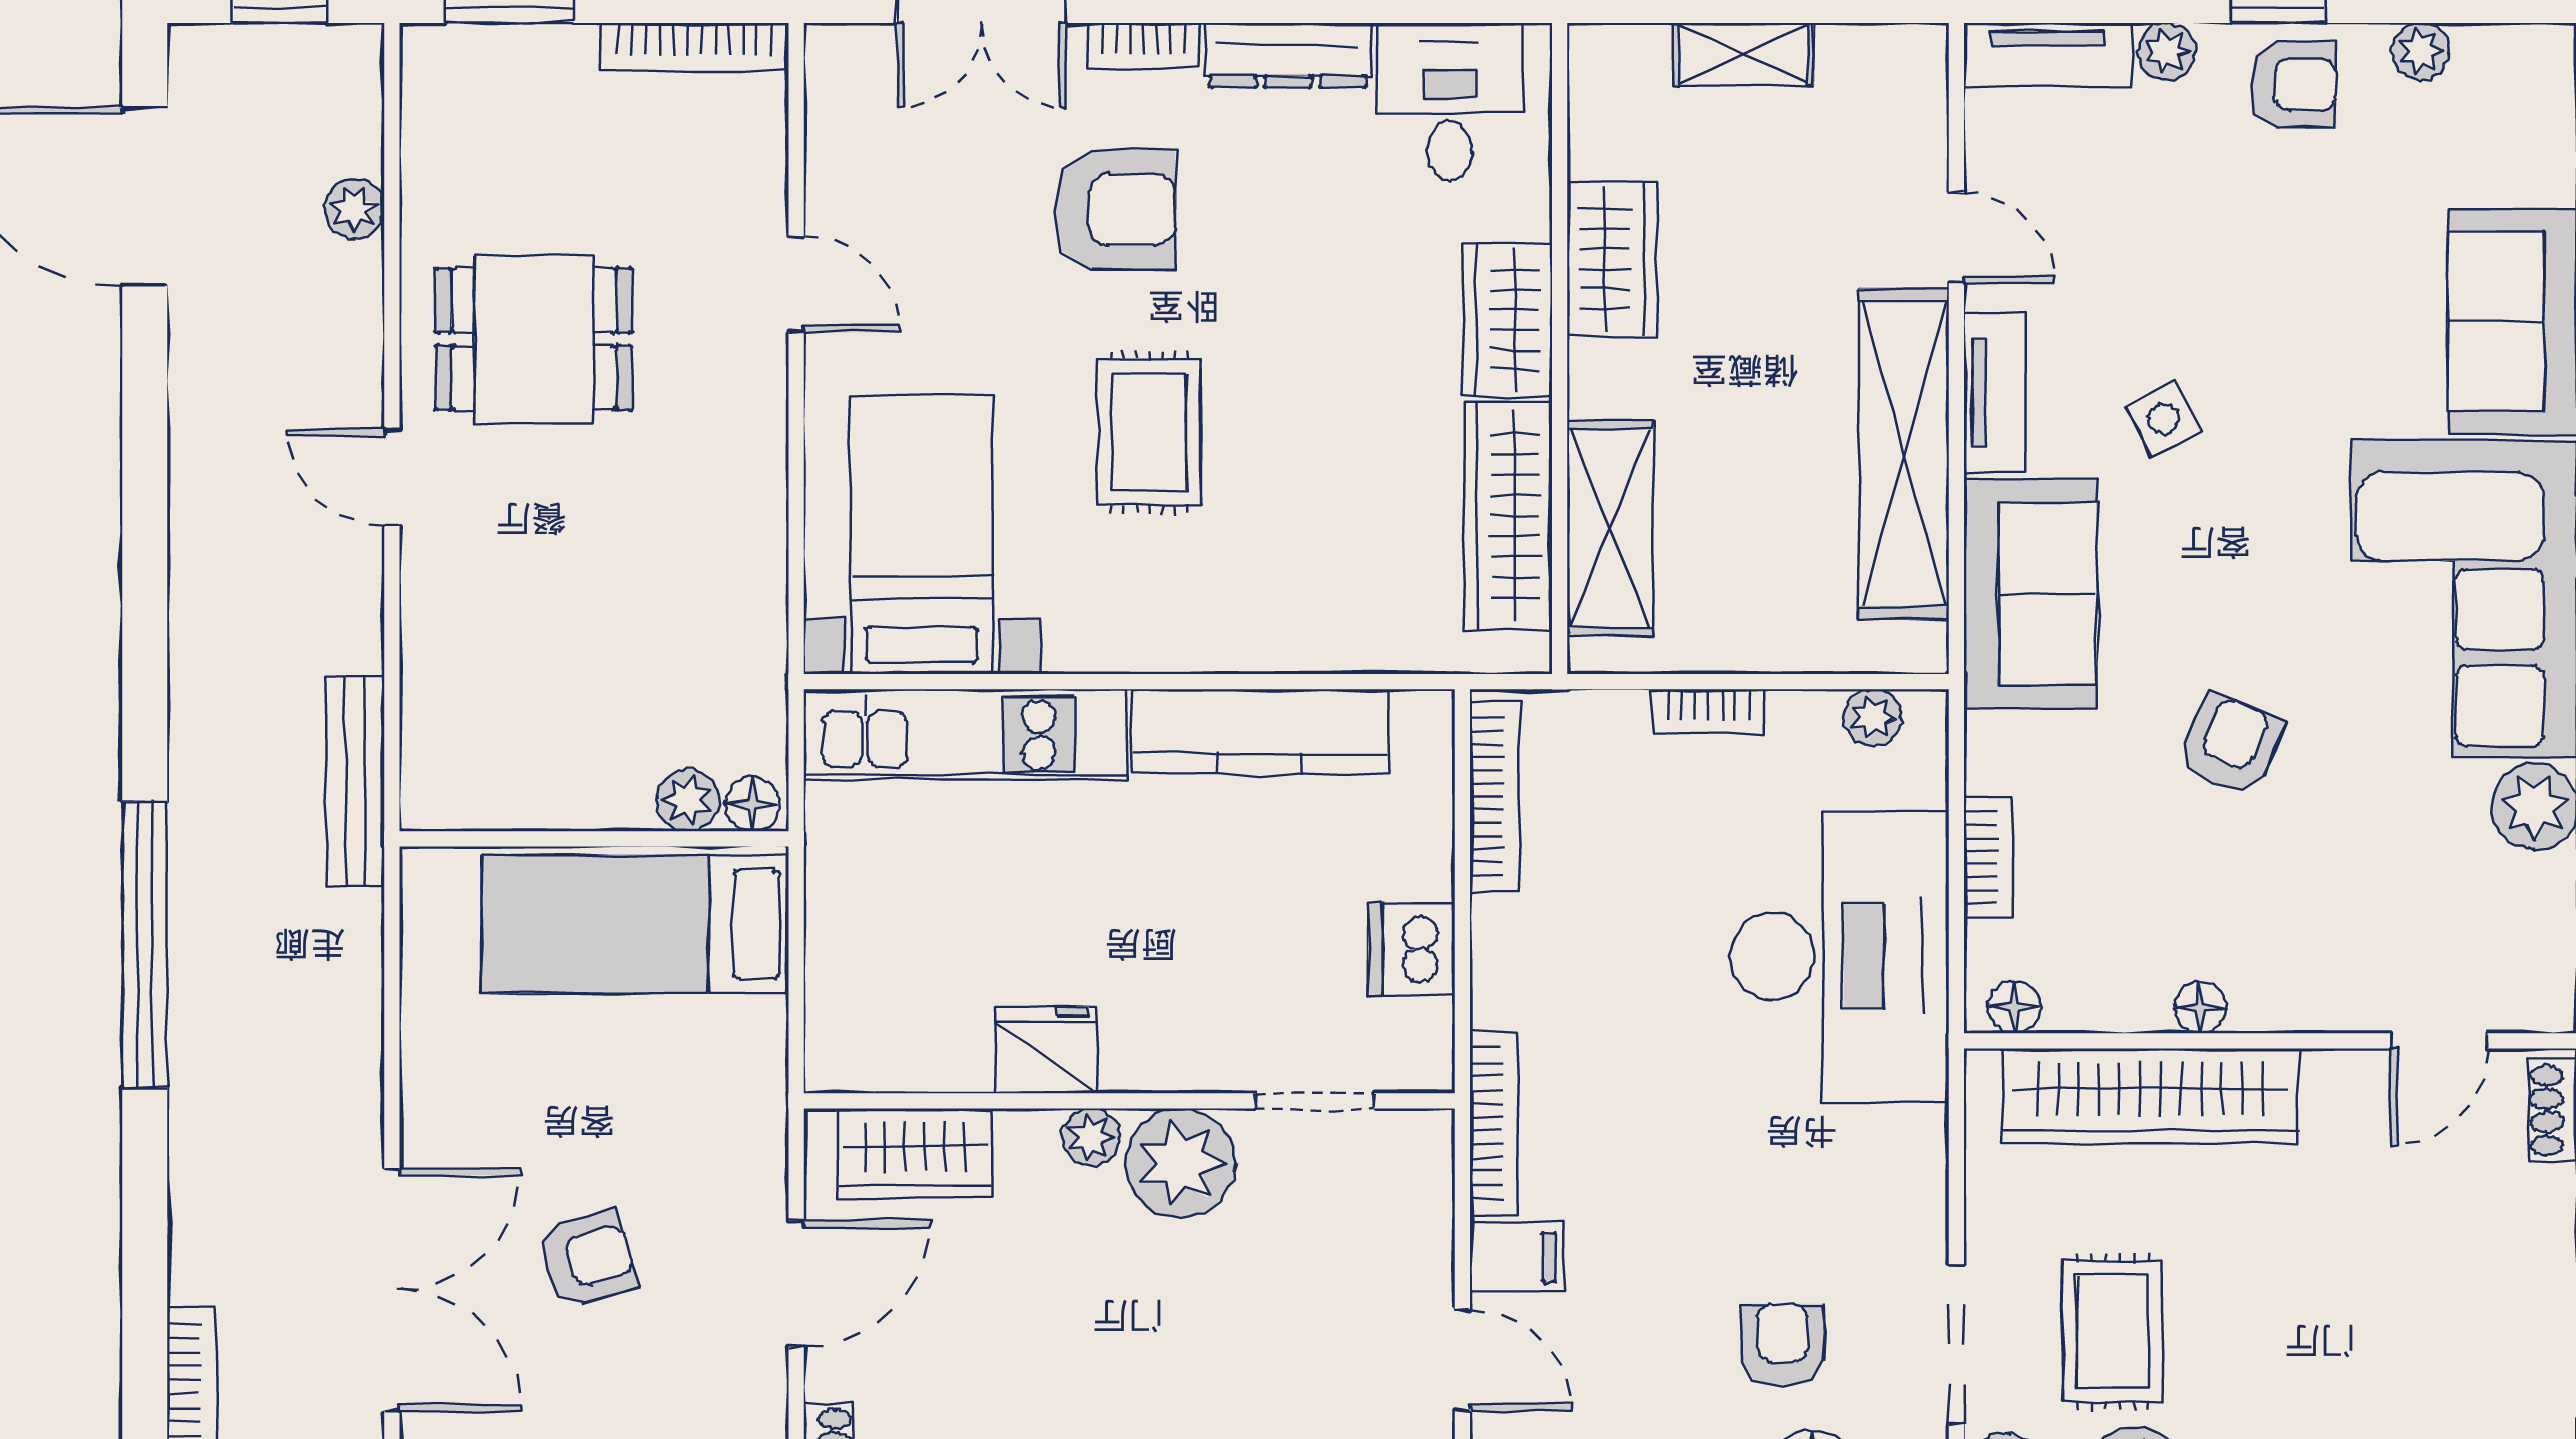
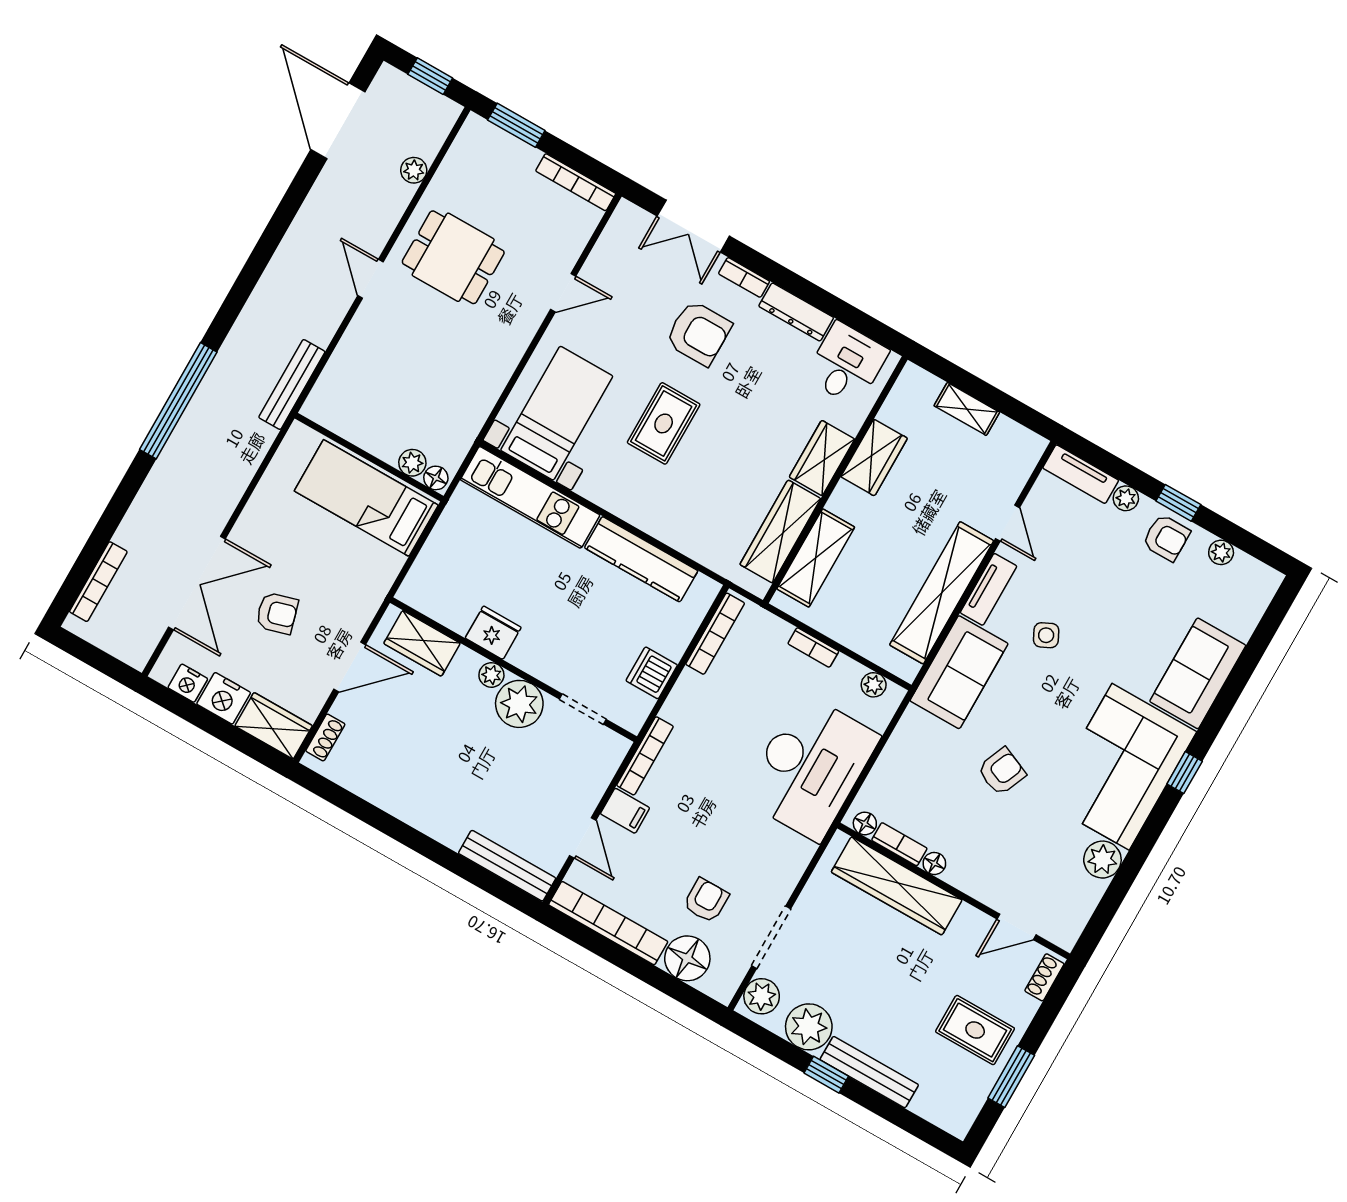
door: (796, 284) -> (563, 293), hinge flipped
bookcase: (1988, 857) -> (899, 844), moved, turned -90
rug: (2113, 1331) -> (975, 1030), moved, turned 90

